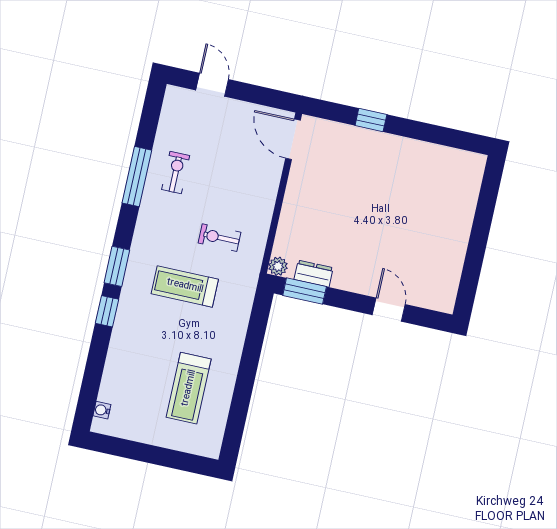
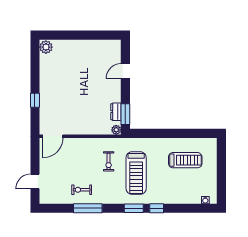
plant: (471, 165) -> (46, 47), added
treadmill: (185, 286) -> (136, 173), width x1.37, depth x1.38

